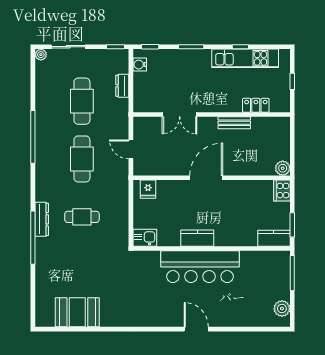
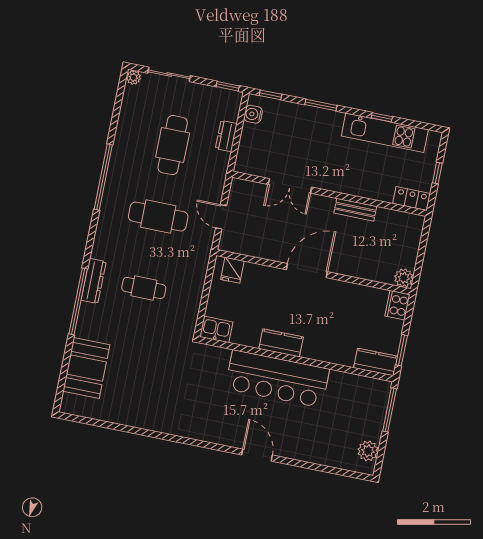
locker: (256, 105) -> (412, 199), moved
cafe table: (82, 159) -> (158, 216), turned 90
booth: (77, 312) -> (86, 368), moved, turned 90

